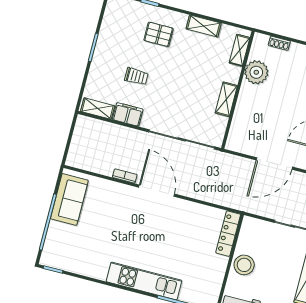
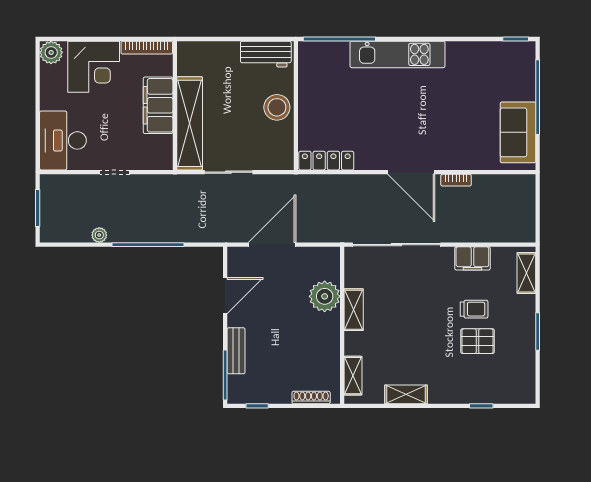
pallet: (159, 34) -> (477, 341), moved
shoe rack: (279, 43) -> (311, 398), width x1.43
plant: (256, 72) -> (325, 296), moved
trolley: (136, 76) -> (474, 309), turned 180
shelving: (98, 109) -> (526, 273), moved, turned 90
locker: (228, 234) -> (326, 161), moved, turned -90

